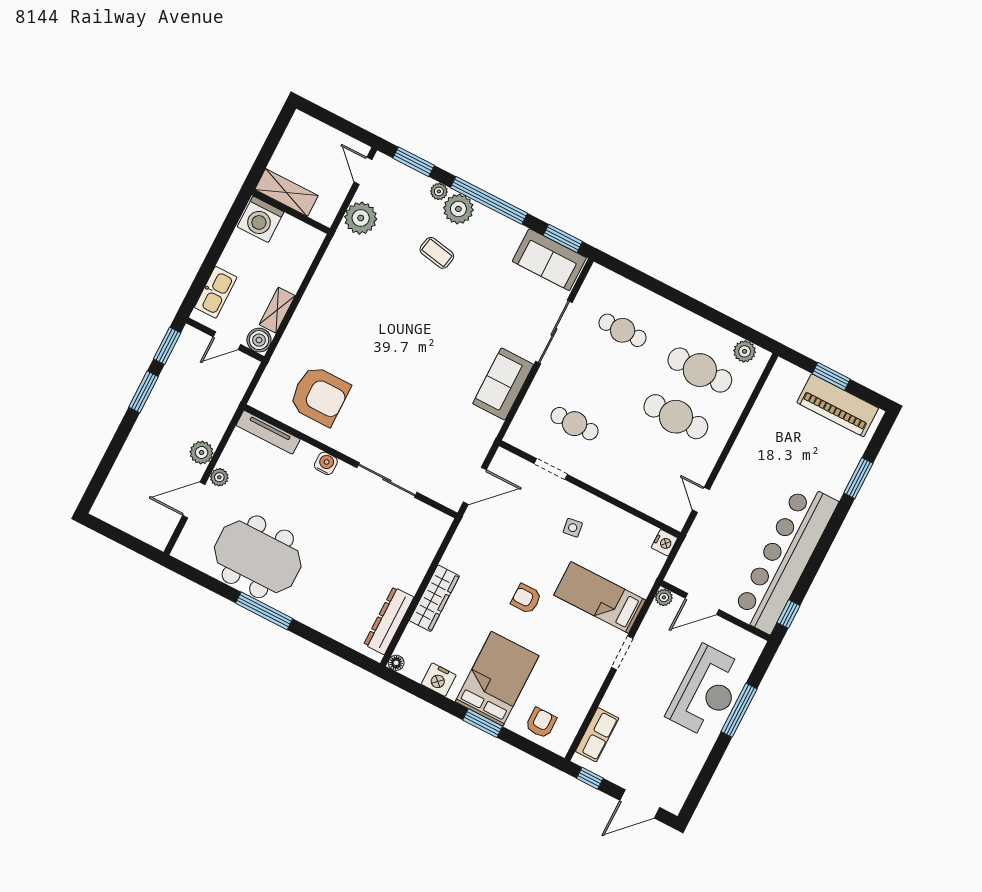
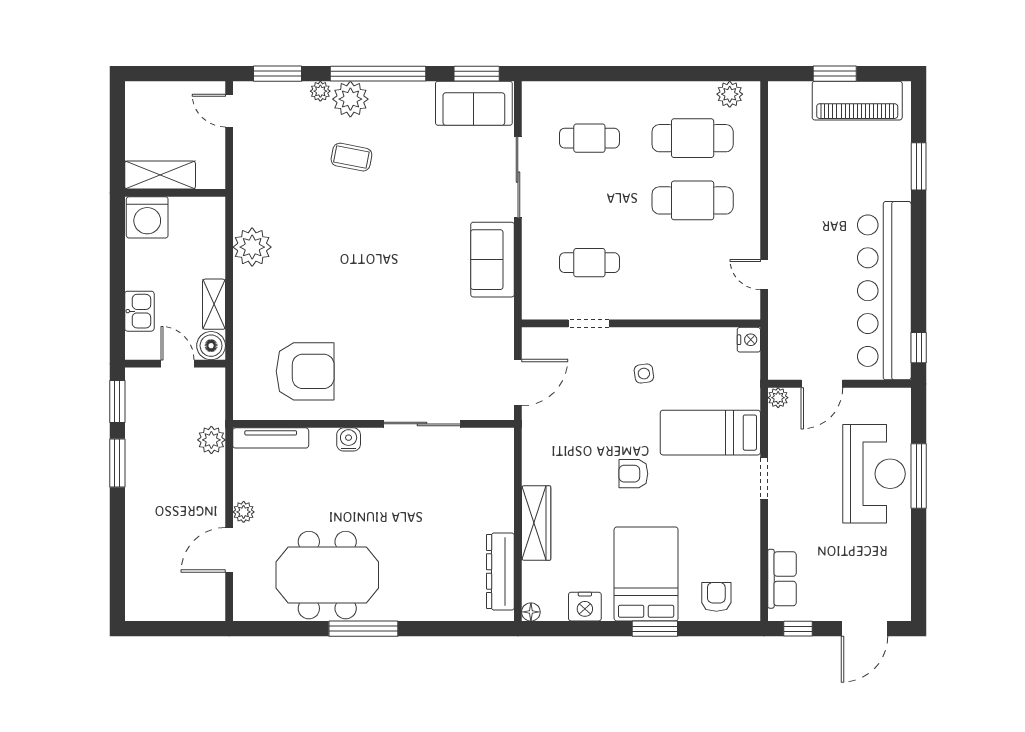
plant: (361, 218) -> (252, 247), moved
kitchen sink: (216, 292) -> (139, 311), width x0.73
door: (227, 341) -> (177, 364), swing flipped
plant: (202, 452) -> (211, 440), moved

